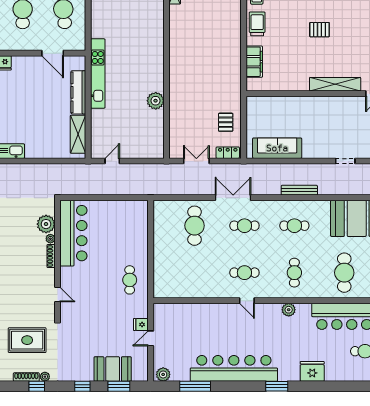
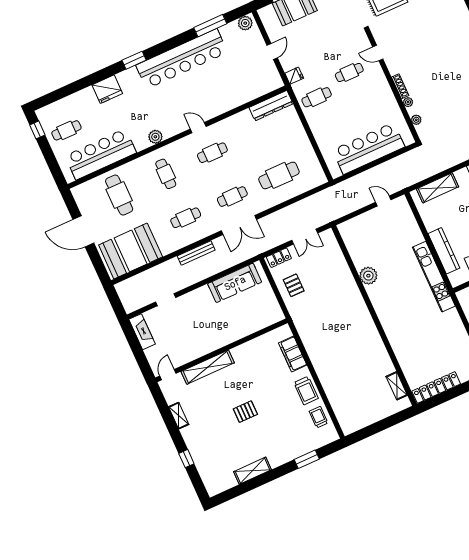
shelving: (78, 134) -> (437, 188), moved, turned 90
door: (112, 161) -> (383, 201), swing flipped
double door: (233, 198) -> (239, 225), moved
plant: (46, 224) -> (416, 120), width x0.53, depth x0.53
cafe table: (195, 226) -> (279, 175), turned 90
bar counter: (73, 233) -> (369, 148), moved, turned 90
cafe table: (130, 280) -> (317, 97), turned 90
cafe table: (91, 289) -> (349, 72), added
dresser: (173, 291) -> (271, 106), added
fridge: (141, 324) -> (294, 76), moved

